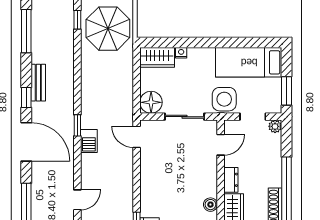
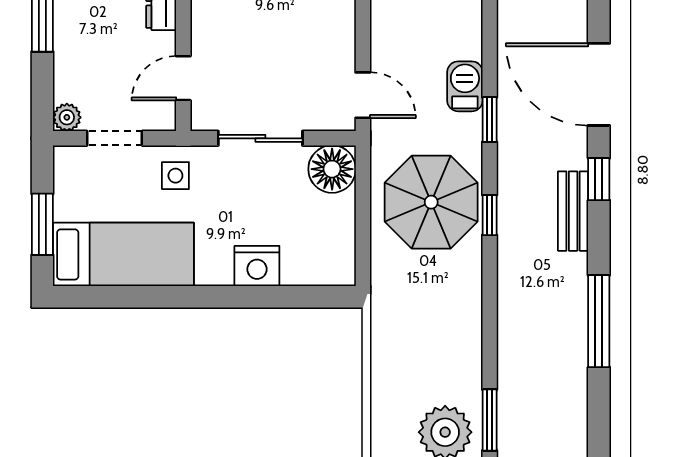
window: (77, 20) -> (490, 215), moved
parasol: (108, 29) -> (431, 202), moved
nightstand: (181, 53) -> (257, 266), width x1.89, depth x1.79
wardrobe: (157, 57) -> (319, 265), removed
window: (286, 91) -> (42, 224), moved
side table: (224, 99) -> (175, 176), width x0.54, depth x0.54

